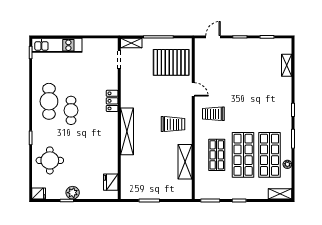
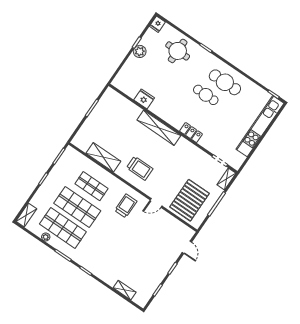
kitchen unit: (57, 45) -> (260, 126), width x1.36
trolley: (173, 124) -> (140, 168), turned -90
fridge: (111, 182) -> (144, 99), moved

